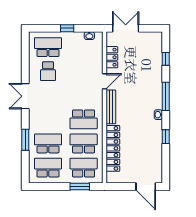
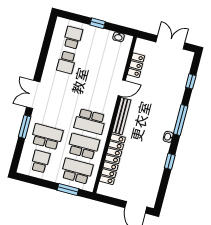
double door: (126, 28) -> (170, 42), moved
school desk: (48, 47) -> (73, 38), width x0.54
double door: (25, 96) -> (33, 94), moved
school desk: (48, 168) -> (40, 161), width x0.54

